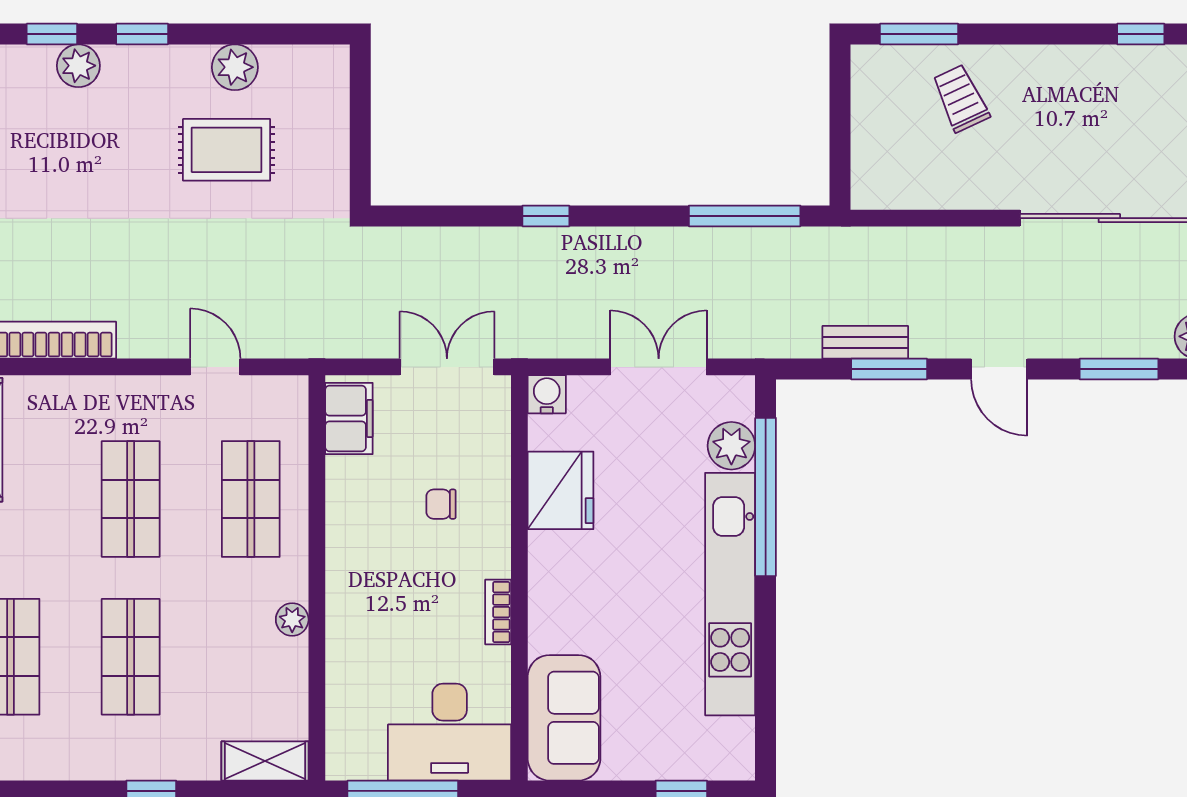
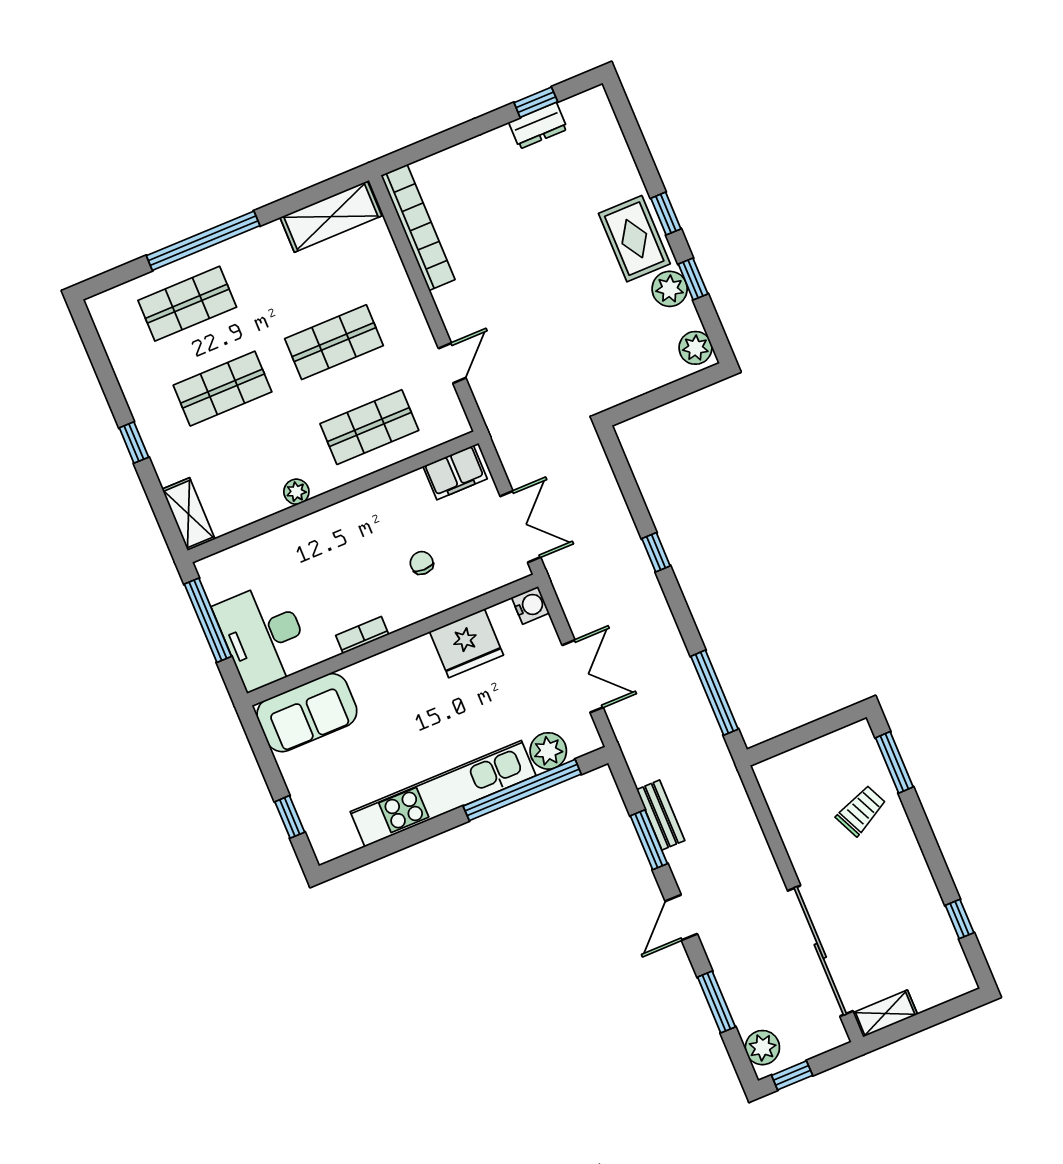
window: (52, 34) -> (693, 279), moved
plant: (78, 66) -> (695, 348), moved
rug: (227, 150) -> (634, 239), moved

